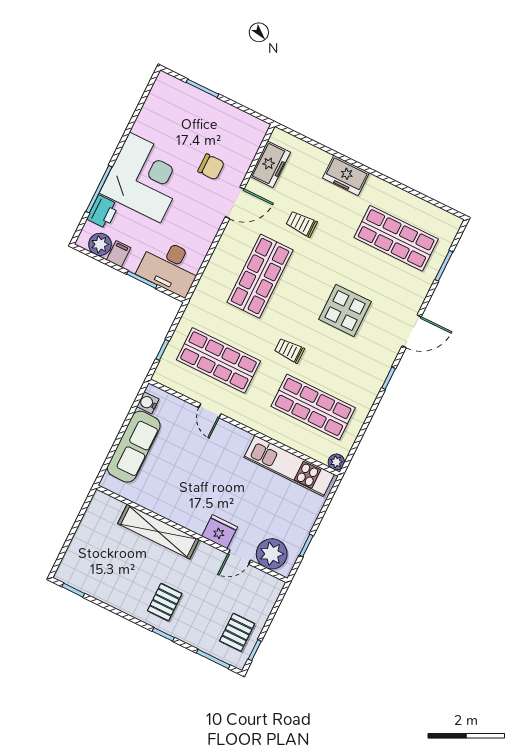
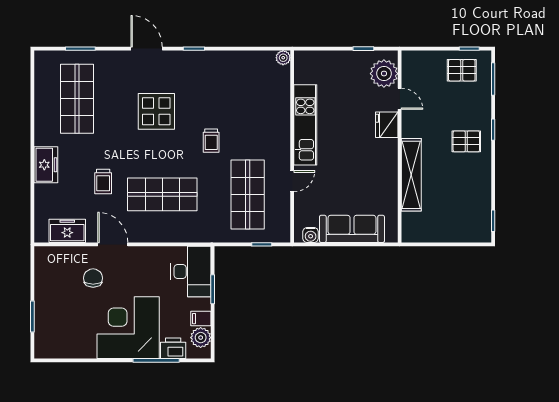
shop shelf: (313, 407) -> (248, 99), removed
kitchen unit: (289, 466) -> (305, 125), moved

